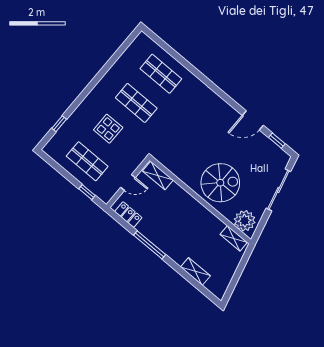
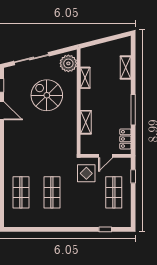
display table: (108, 129) -> (86, 173), moved
shelving: (158, 176) -> (86, 122), moved
door: (128, 182) -> (106, 156), swing flipped
spiral stairs: (220, 183) -> (47, 95), moved
shelving: (234, 238) -> (85, 78), moved

